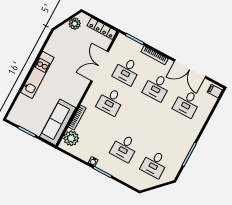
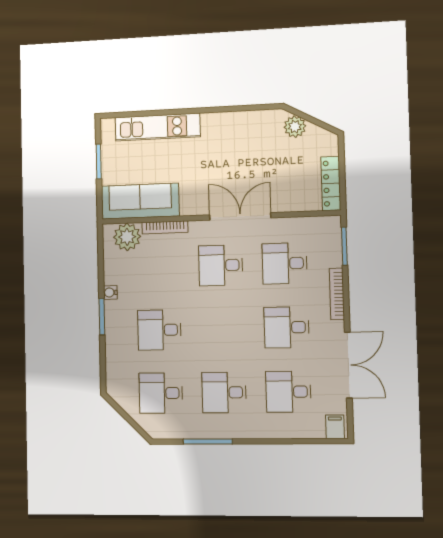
plant: (75, 24) -> (295, 127), moved
double door: (100, 66) -> (240, 216), moved
double door: (190, 69) -> (348, 365), swing flipped
kitchen unit: (37, 75) -> (158, 127), moved
desk: (171, 134) -> (224, 392), added

